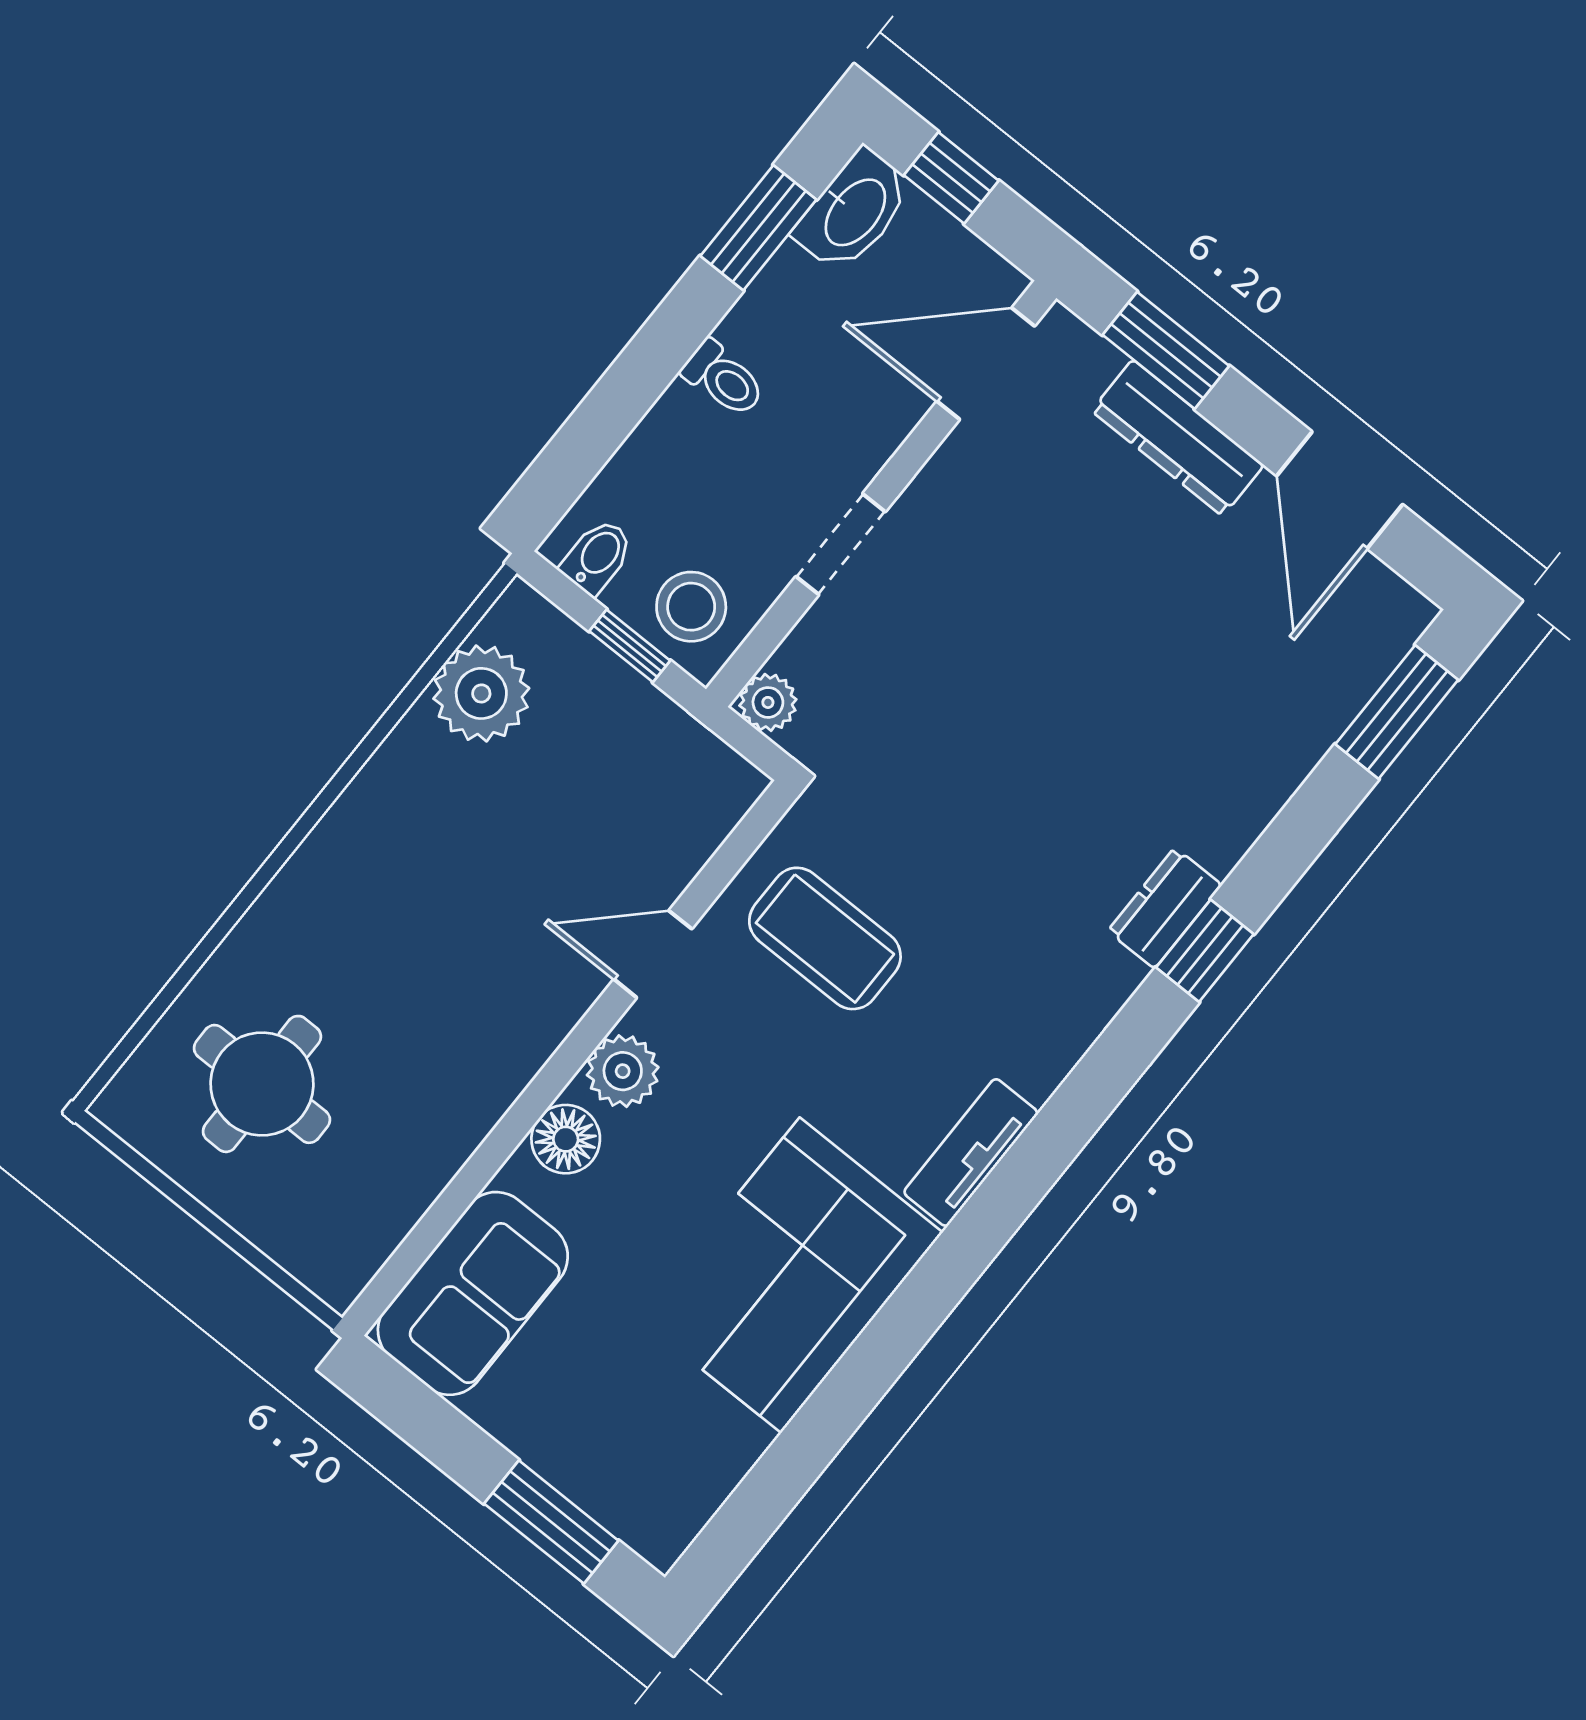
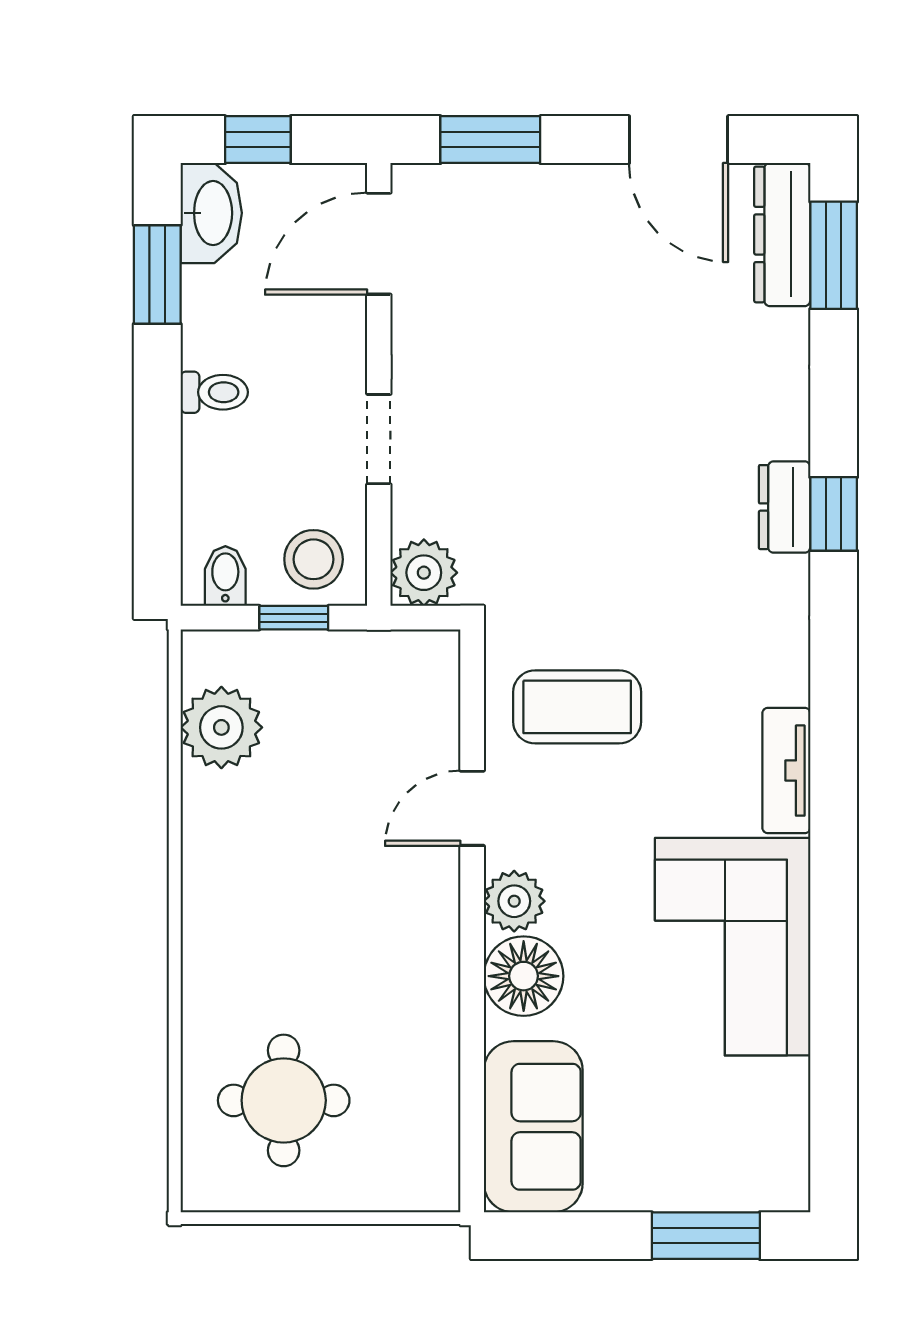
dresser: (1178, 438) -> (782, 234), moved, turned 90
plant: (768, 702) -> (424, 573), width x1.38, depth x1.38
floor lamp: (566, 1139) -> (524, 976), width x1.38, depth x1.38

